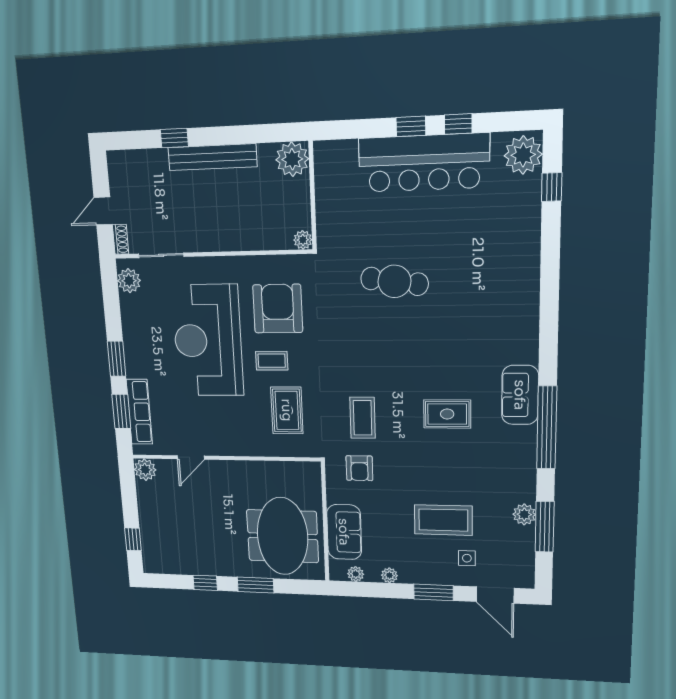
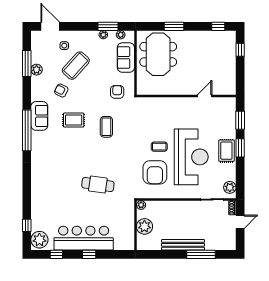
window: (458, 124) -> (56, 254), moved
window: (174, 138) -> (201, 254), width x2.17
plant: (292, 159) -> (144, 226), moved
sofa: (520, 395) -> (39, 116), moved
rug: (287, 410) -> (226, 151), moved
row of seats: (139, 412) -> (230, 120), removed
coffee table: (362, 418) -> (106, 127), moved
window: (547, 427) -> (27, 130), moved
plant: (145, 470) -> (230, 89), removed
armchair: (473, 473) -> (61, 91), added
coffee table: (443, 520) -> (76, 66), turned -48
window: (205, 583) -> (218, 26), moved
window: (433, 592) -> (108, 26), moved

